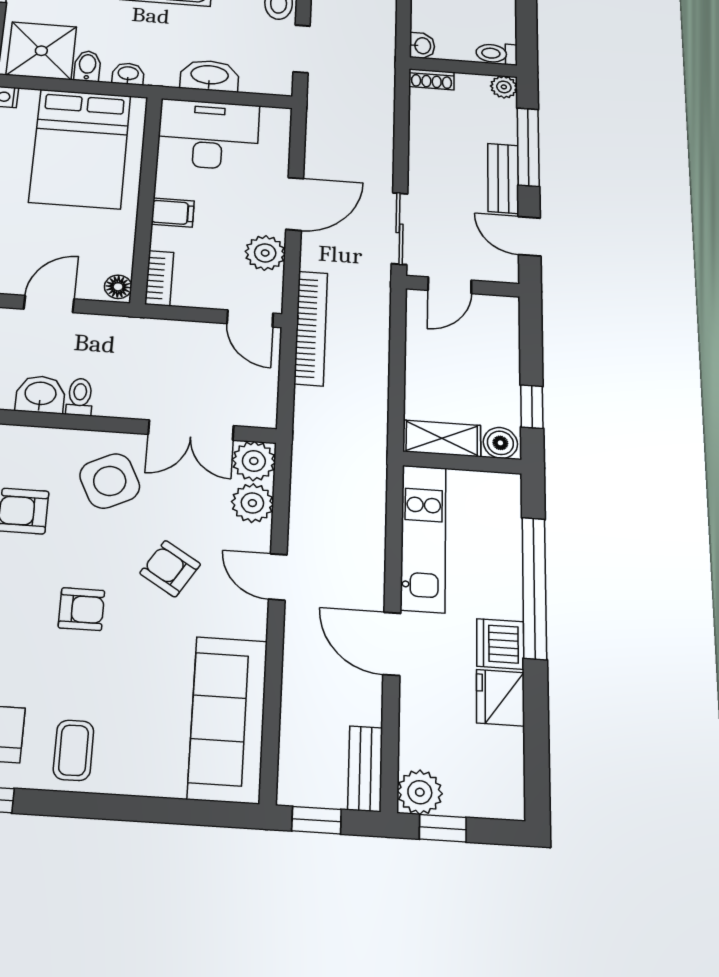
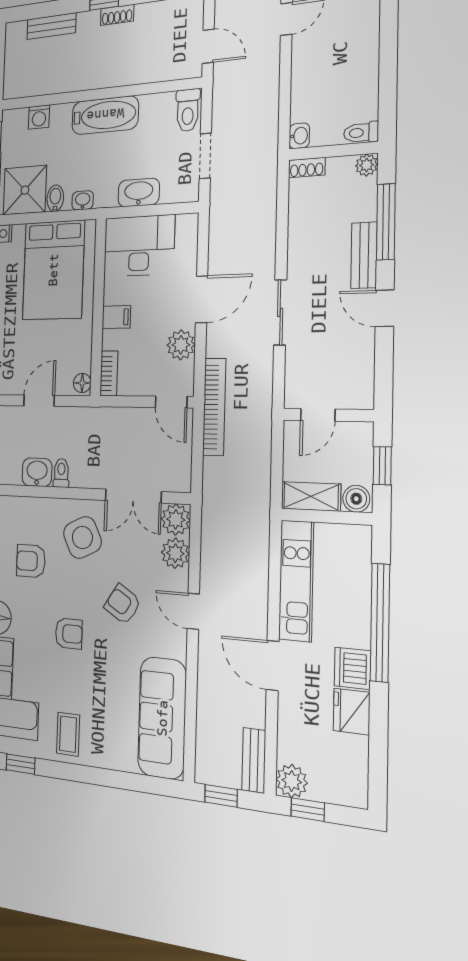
door: (450, 285) -> (318, 415), moved
wall: (463, 286) -> (328, 415), moved

